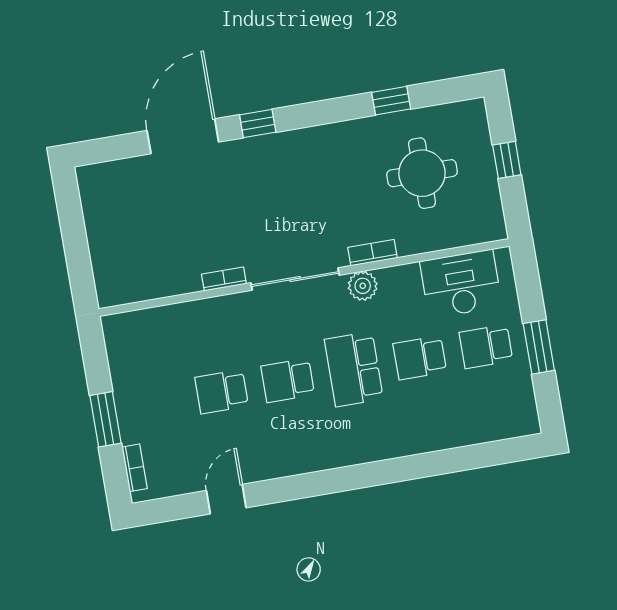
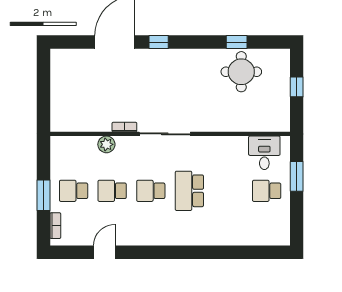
round table: (422, 173) -> (241, 72), moved
bookcase: (373, 253) -> (211, 127), removed
desk: (461, 284) -> (264, 153), width x0.73
plant: (363, 286) -> (106, 144), moved
window: (539, 347) -> (297, 176), moved
school desk: (420, 358) -> (74, 191), moved

